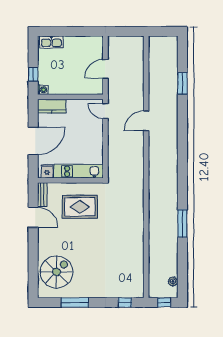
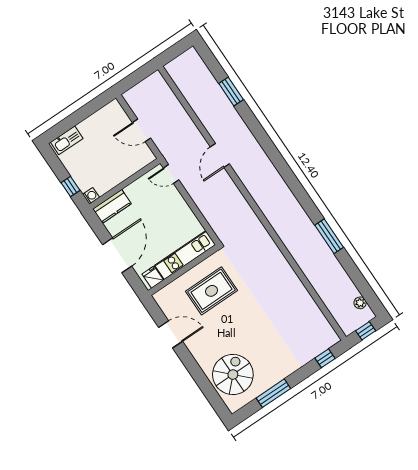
door: (105, 69) -> (141, 130), hinge flipped
bench: (42, 195) -> (164, 305), removed

